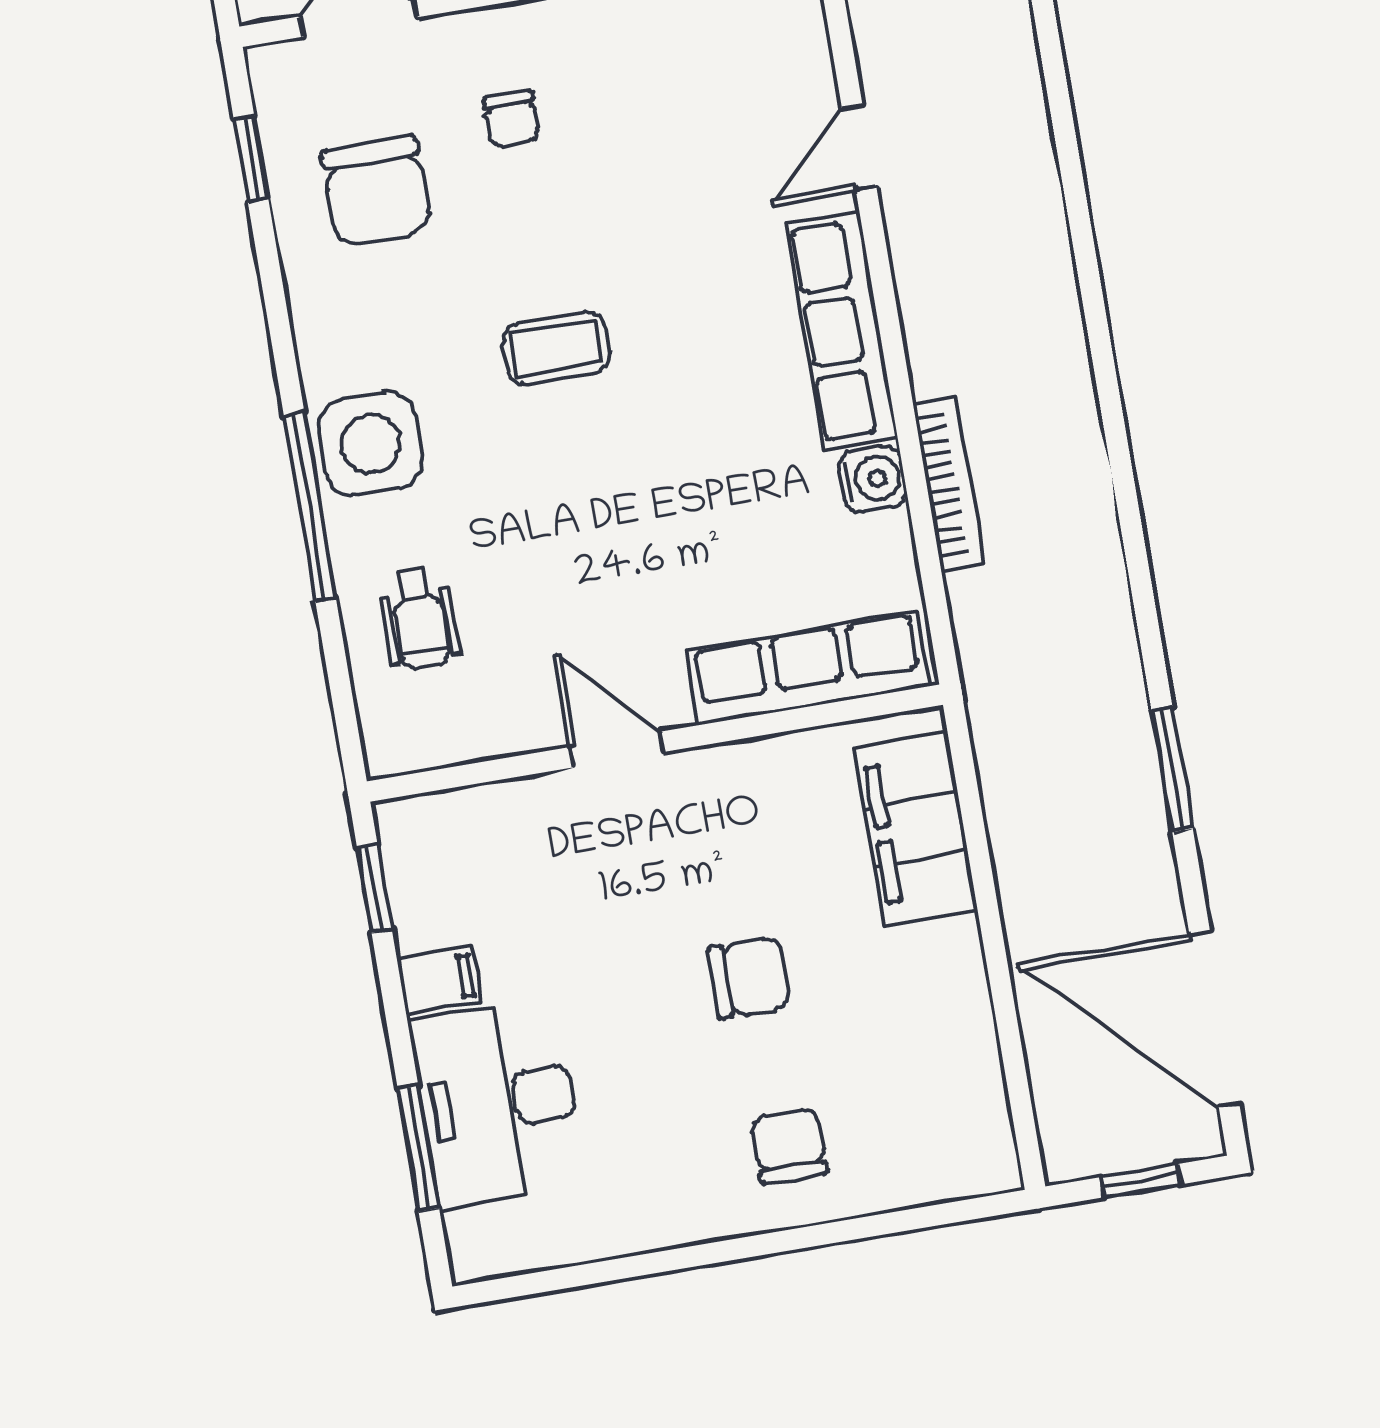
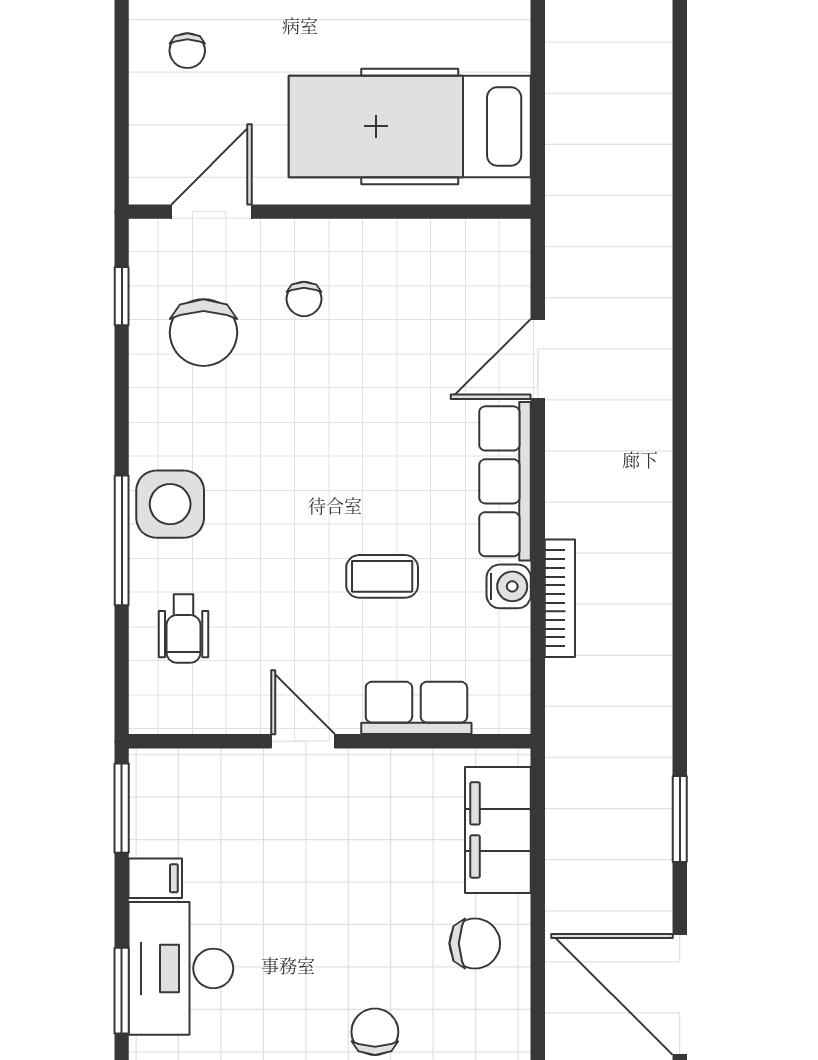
door: (859, 148) -> (538, 359), width x1.38
coffee table: (556, 348) -> (382, 576), moved
row of seats: (808, 668) -> (416, 708), width x0.68
window: (374, 888) -> (122, 808), width x1.50
chair: (749, 978) -> (475, 943), moved

